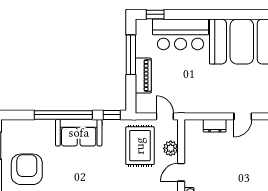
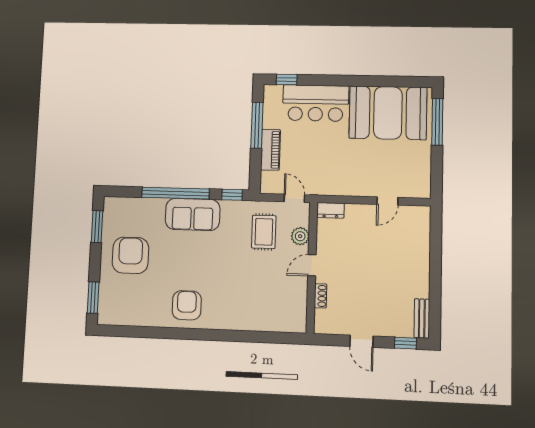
dresser: (215, 126) -> (330, 210), moved
rug: (140, 146) -> (264, 232), width x0.73, depth x0.70

